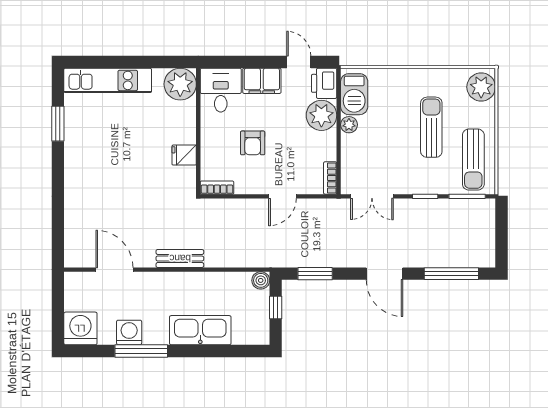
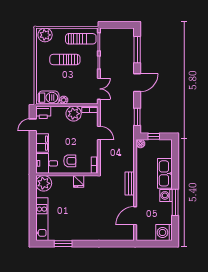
plant: (321, 115) -> (74, 114), moved
armchair: (253, 143) -> (70, 161), moved
washing machine: (129, 332) -> (166, 195), moved

